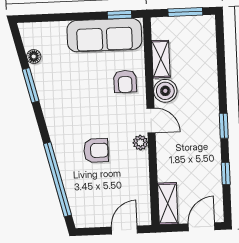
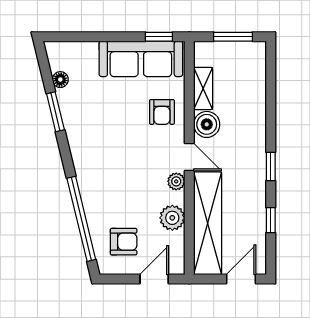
armchair: (96, 150) -> (124, 242), moved
plant: (138, 175) -> (172, 218), added
shelving: (168, 204) -> (208, 223), width x2.20, depth x1.33

